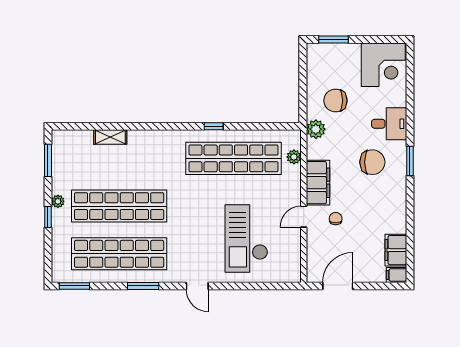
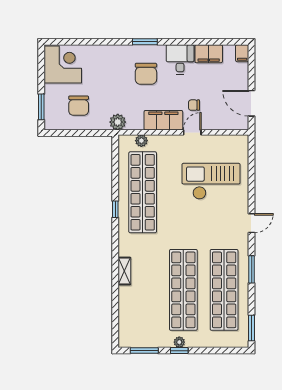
chair: (335, 101) -> (79, 106), moved
desk: (389, 124) -> (180, 59), moved
shelving: (110, 137) -> (124, 271), moved
chair: (372, 162) -> (146, 74), turned 180
window: (48, 217) -> (179, 351), moved
door: (304, 217) -> (192, 132), swing flipped
checkout: (246, 238) -> (211, 181), turned 180
filing cabinet: (396, 250) -> (209, 54), moved

